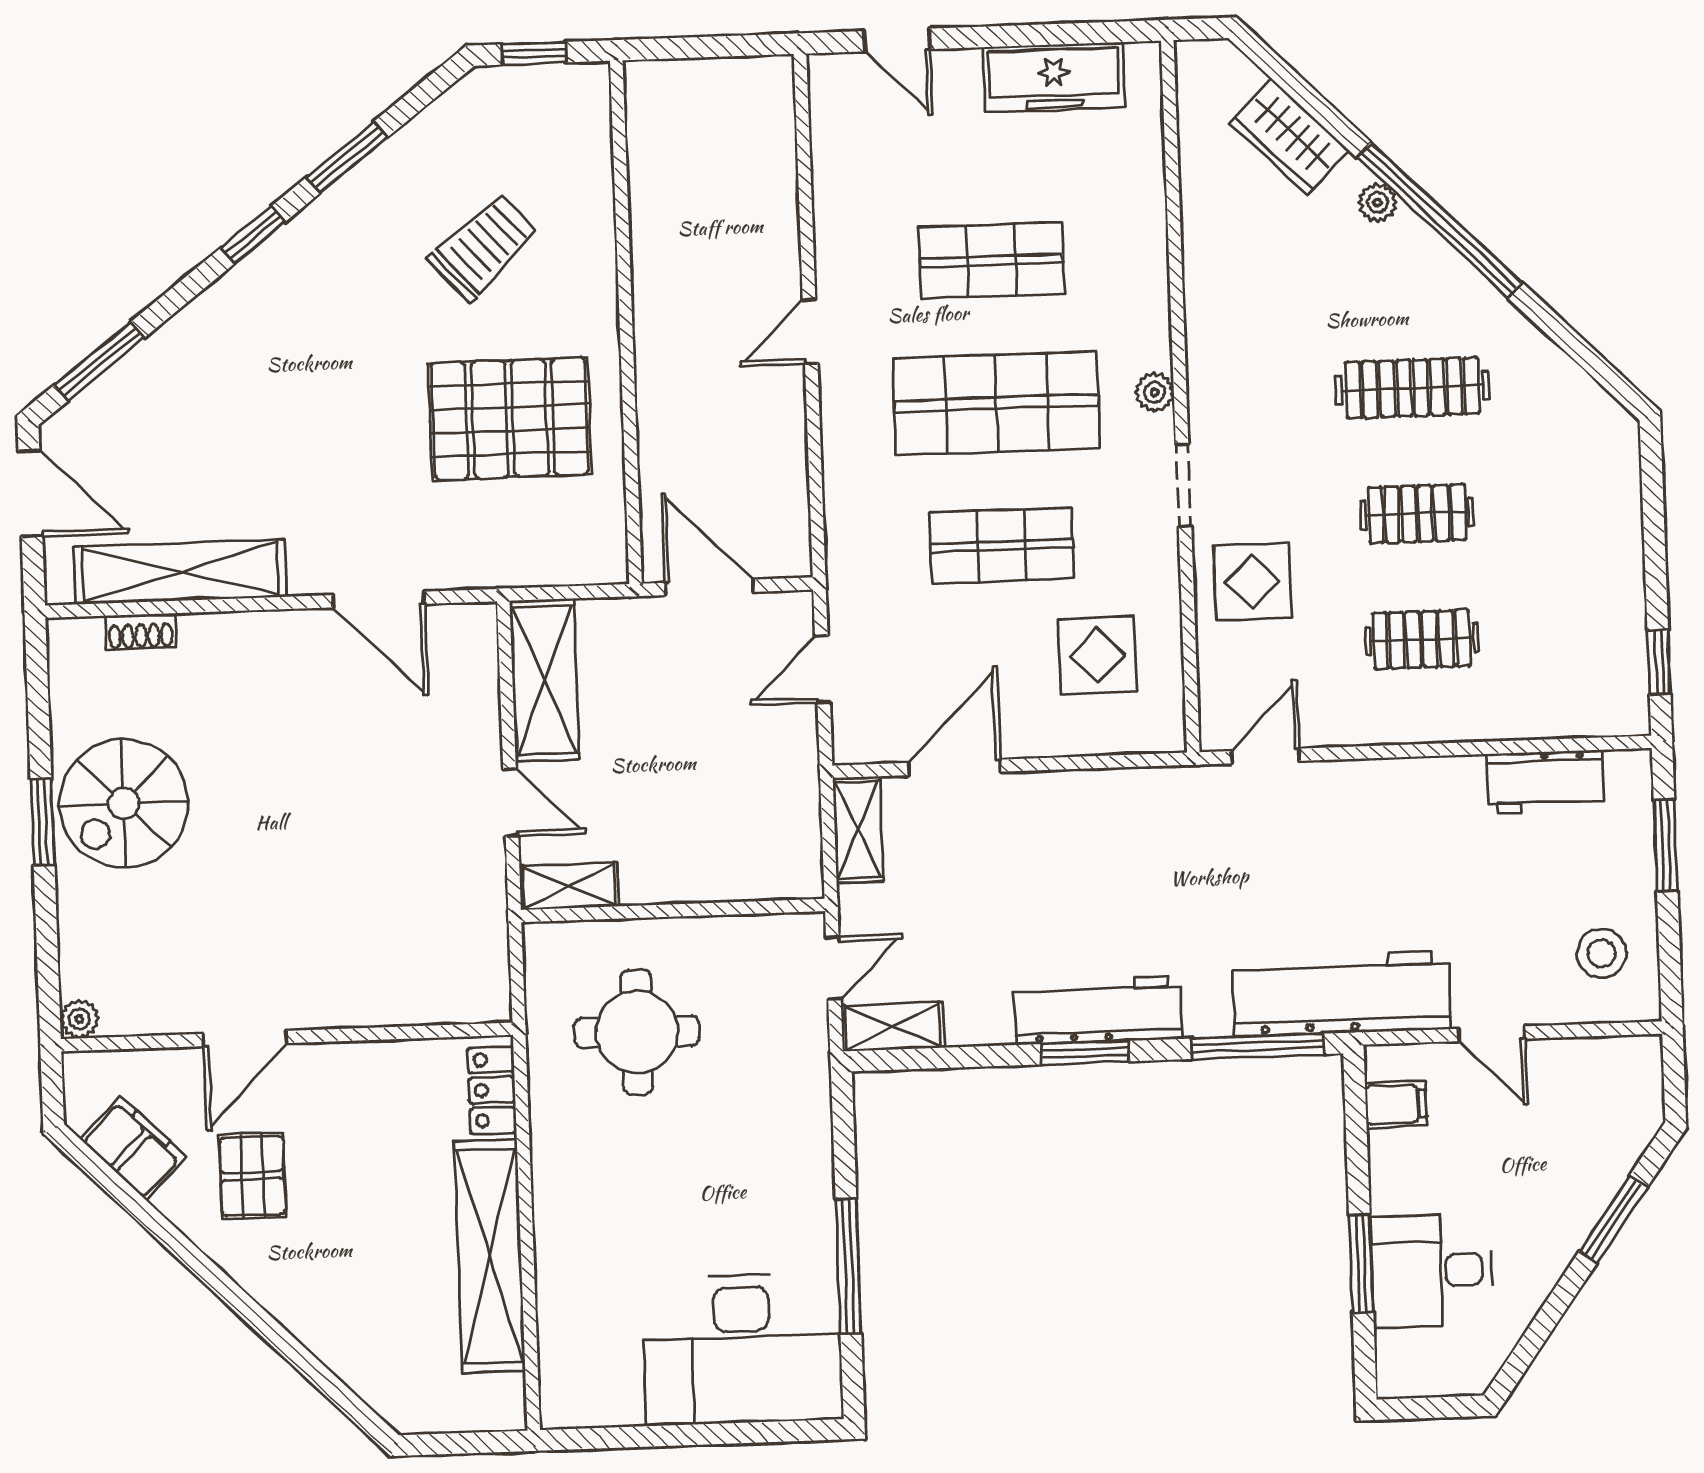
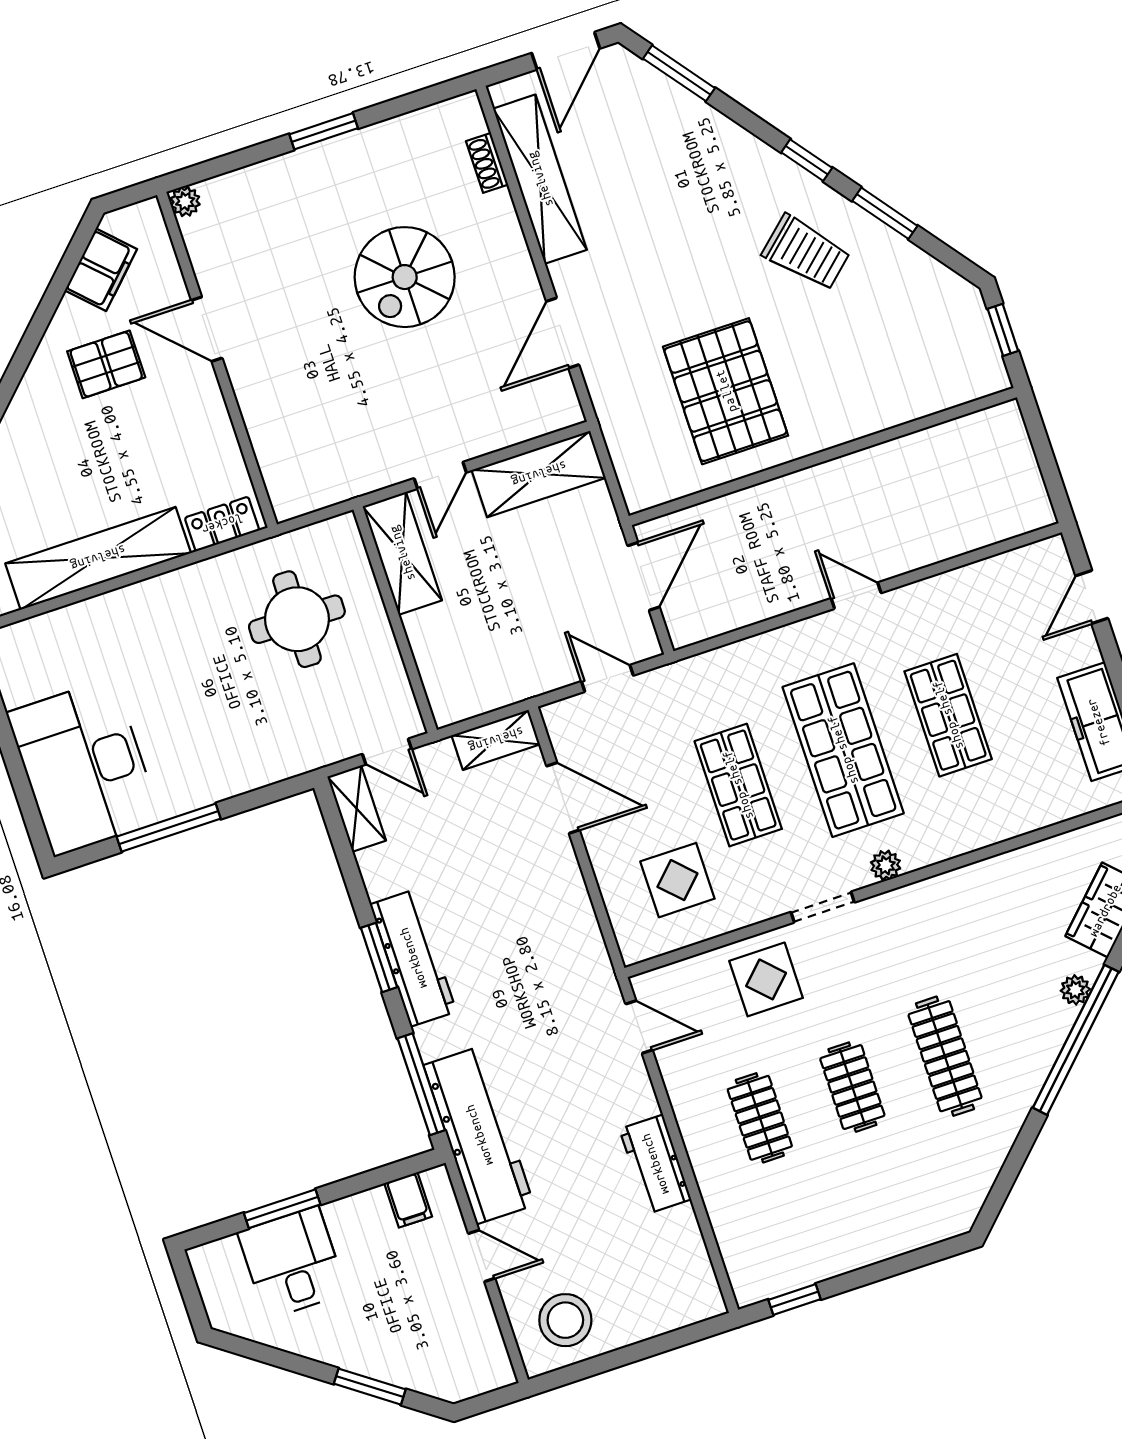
trolley: (483, 247) -> (806, 253), moved
workbench: (1546, 782) -> (655, 1164), moved
spiral stairs: (124, 803) -> (405, 277), moved, turned -90
window: (1666, 845) -> (660, 1344), removed
shelving: (569, 886) -> (402, 553), width x1.50, depth x1.33
stool: (1602, 953) -> (565, 1320), width x1.38, depth x1.38
door: (1492, 1034) -> (482, 1256), swing flipped

